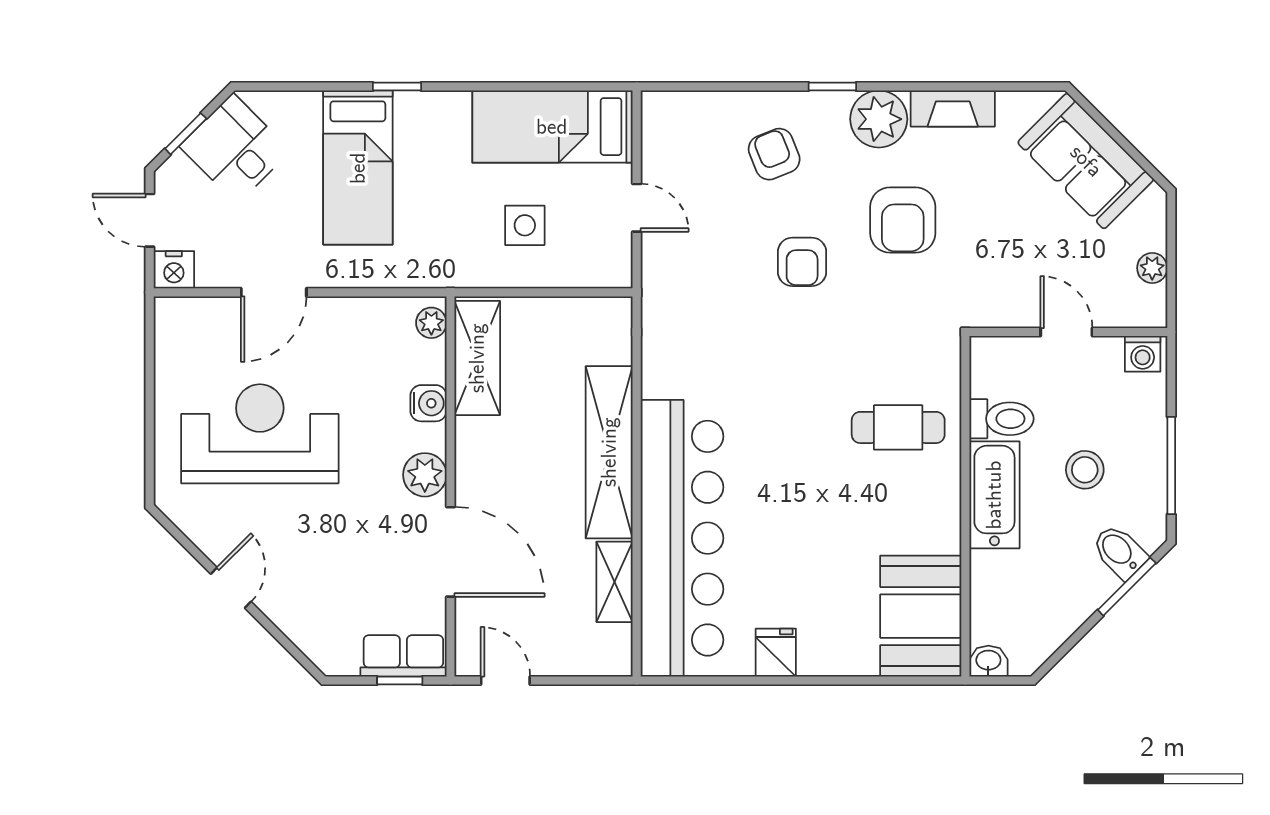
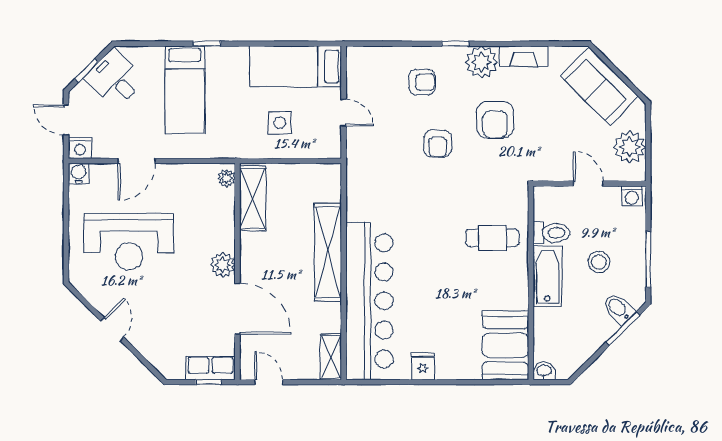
armchair: (774, 154) -> (422, 82), turned 112
plant: (1152, 268) -> (630, 147), width x1.88, depth x1.88
water cooler: (428, 403) -> (79, 174), moved, turned -90
reception desk: (260, 434) -> (129, 242), turned 180
shelving: (615, 582) -> (331, 357), moved

